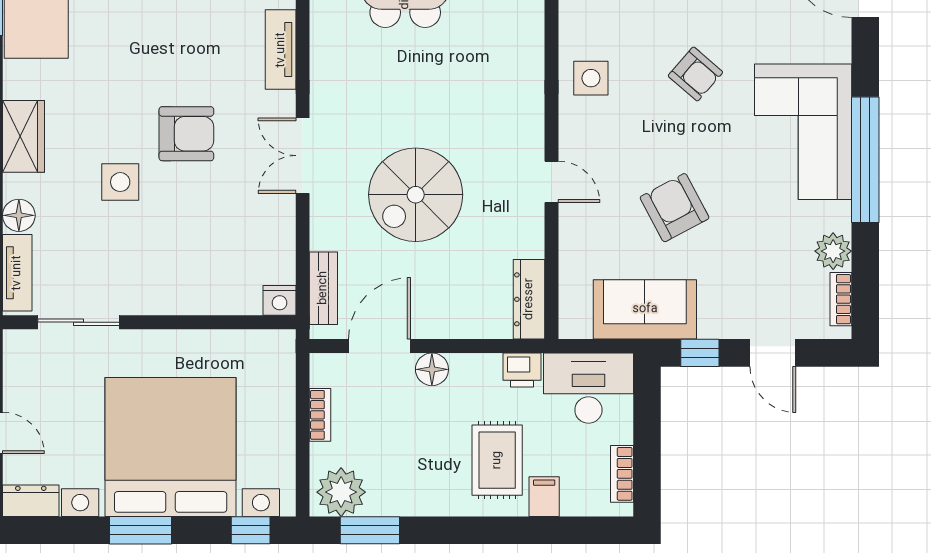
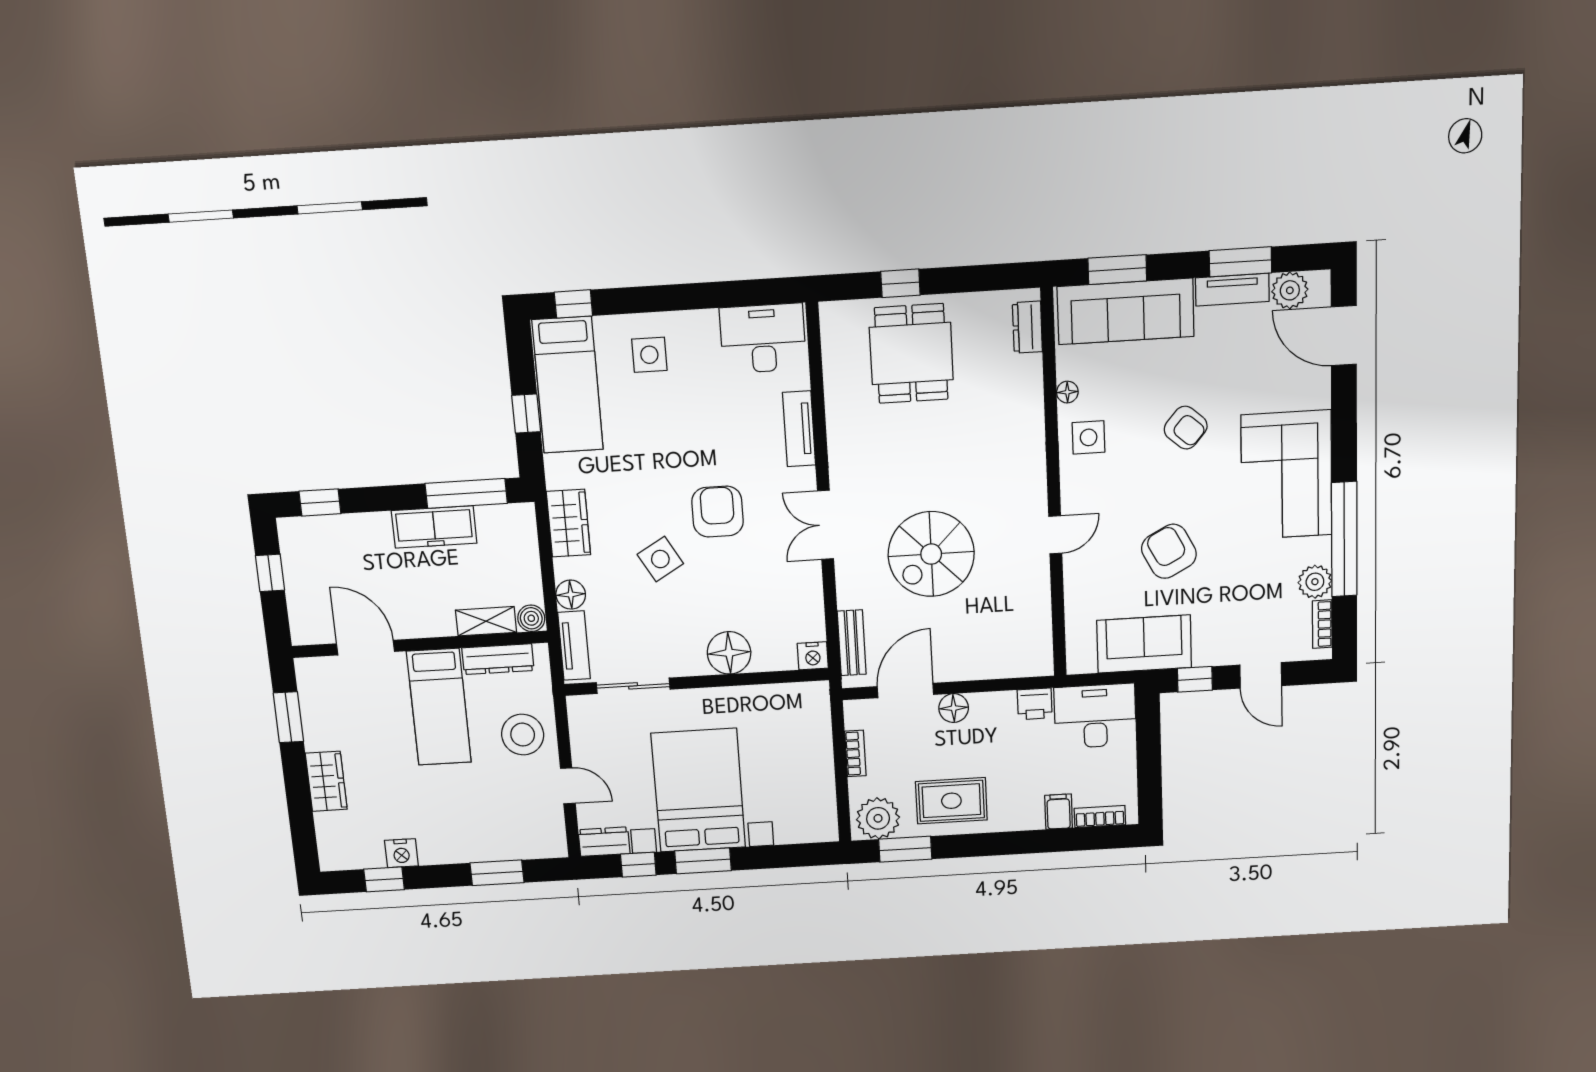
floor lamp: (570, 28) -> (1067, 392), added
armchair: (186, 134) -> (718, 512), turned -90
window: (865, 160) -> (1344, 539), moved
side table: (120, 182) -> (660, 559), turned -30
door: (552, 182) -> (1055, 535), hinge flipped
floor lamp: (187, 291) -> (729, 653), added
dresser: (529, 299) -> (1039, 641), removed
bed with nightstands: (171, 447) -> (698, 790), width x0.73
rug: (497, 460) -> (951, 801), moved, turned 90
bookcase: (622, 474) -> (1100, 816), moved, turned 90
window: (251, 530) -> (638, 865), moved

